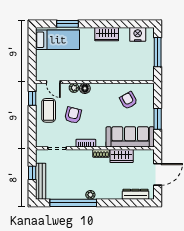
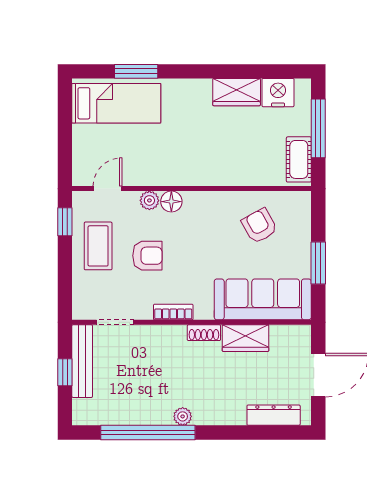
wardrobe: (107, 34) -> (237, 92), moved
cot: (148, 68) -> (299, 159), added
door: (53, 82) -> (107, 189), swing flipped
armchair: (73, 115) -> (147, 256), turned 76
bench: (41, 181) -> (82, 361), moved

